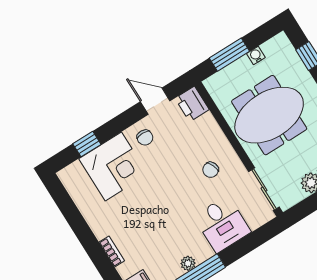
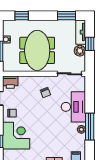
desk: (222, 224) -> (73, 107), width x1.37

